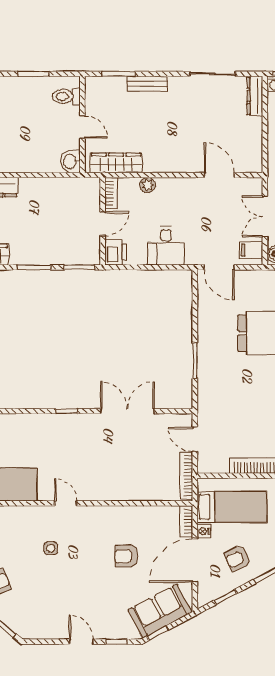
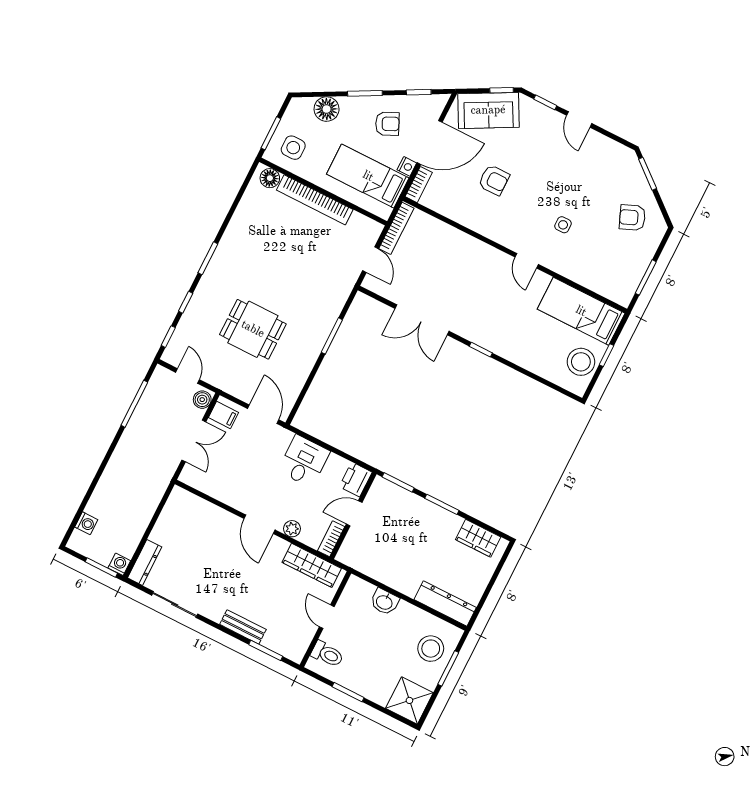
washbasin: (70, 161) -> (385, 602), moved, turned 90
door: (219, 175) -> (259, 524), moved

